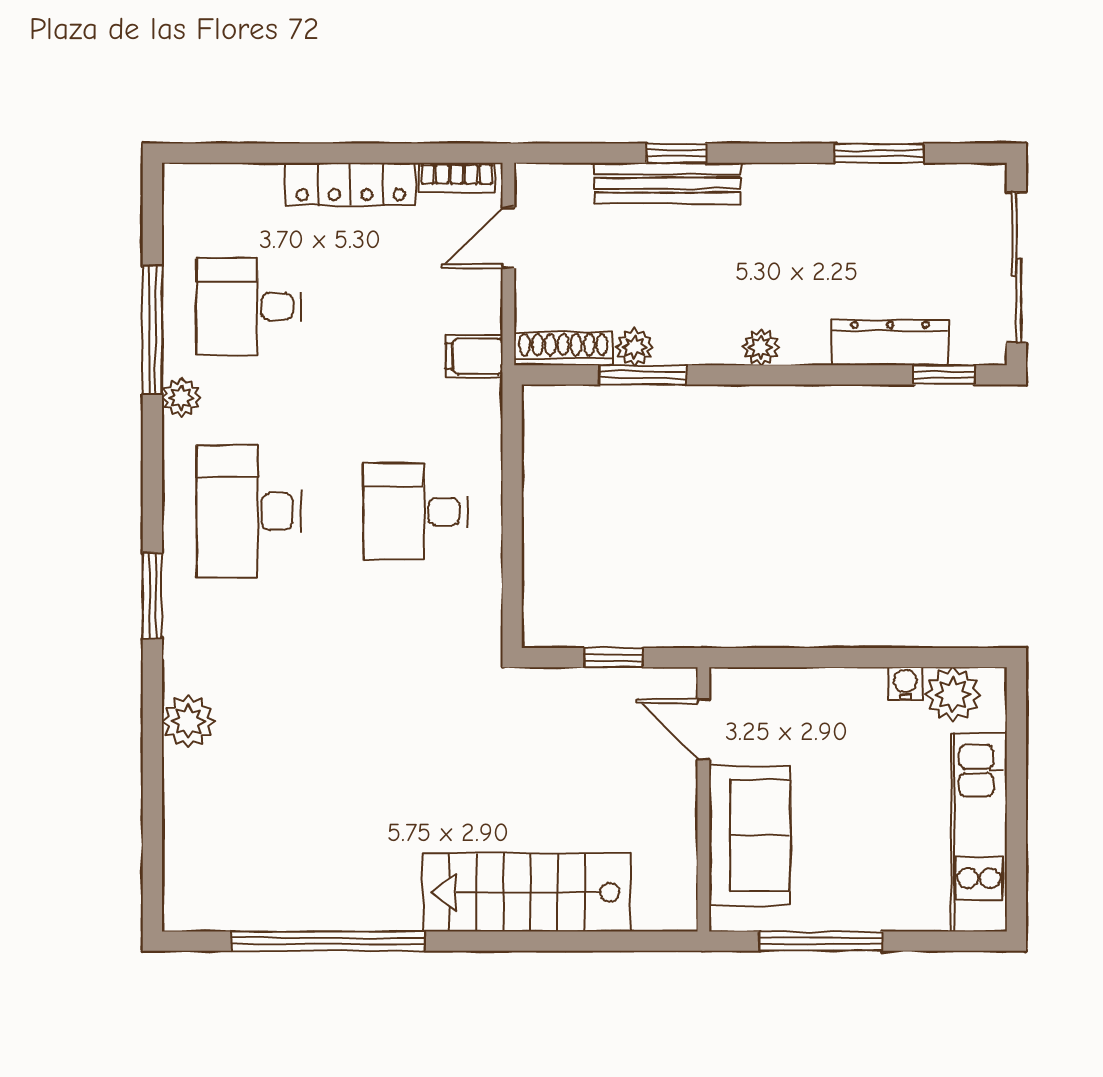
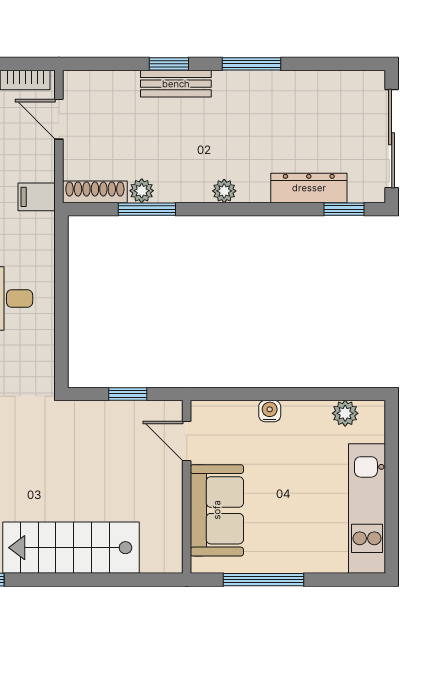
window: (879, 153) -> (252, 64), moved
bench: (667, 183) -> (176, 84), width x0.73
door: (508, 238) -> (59, 119), hinge flipped
water cooler: (905, 684) -> (270, 411), moved
plant: (953, 694) -> (345, 413), width x0.73, depth x0.73

